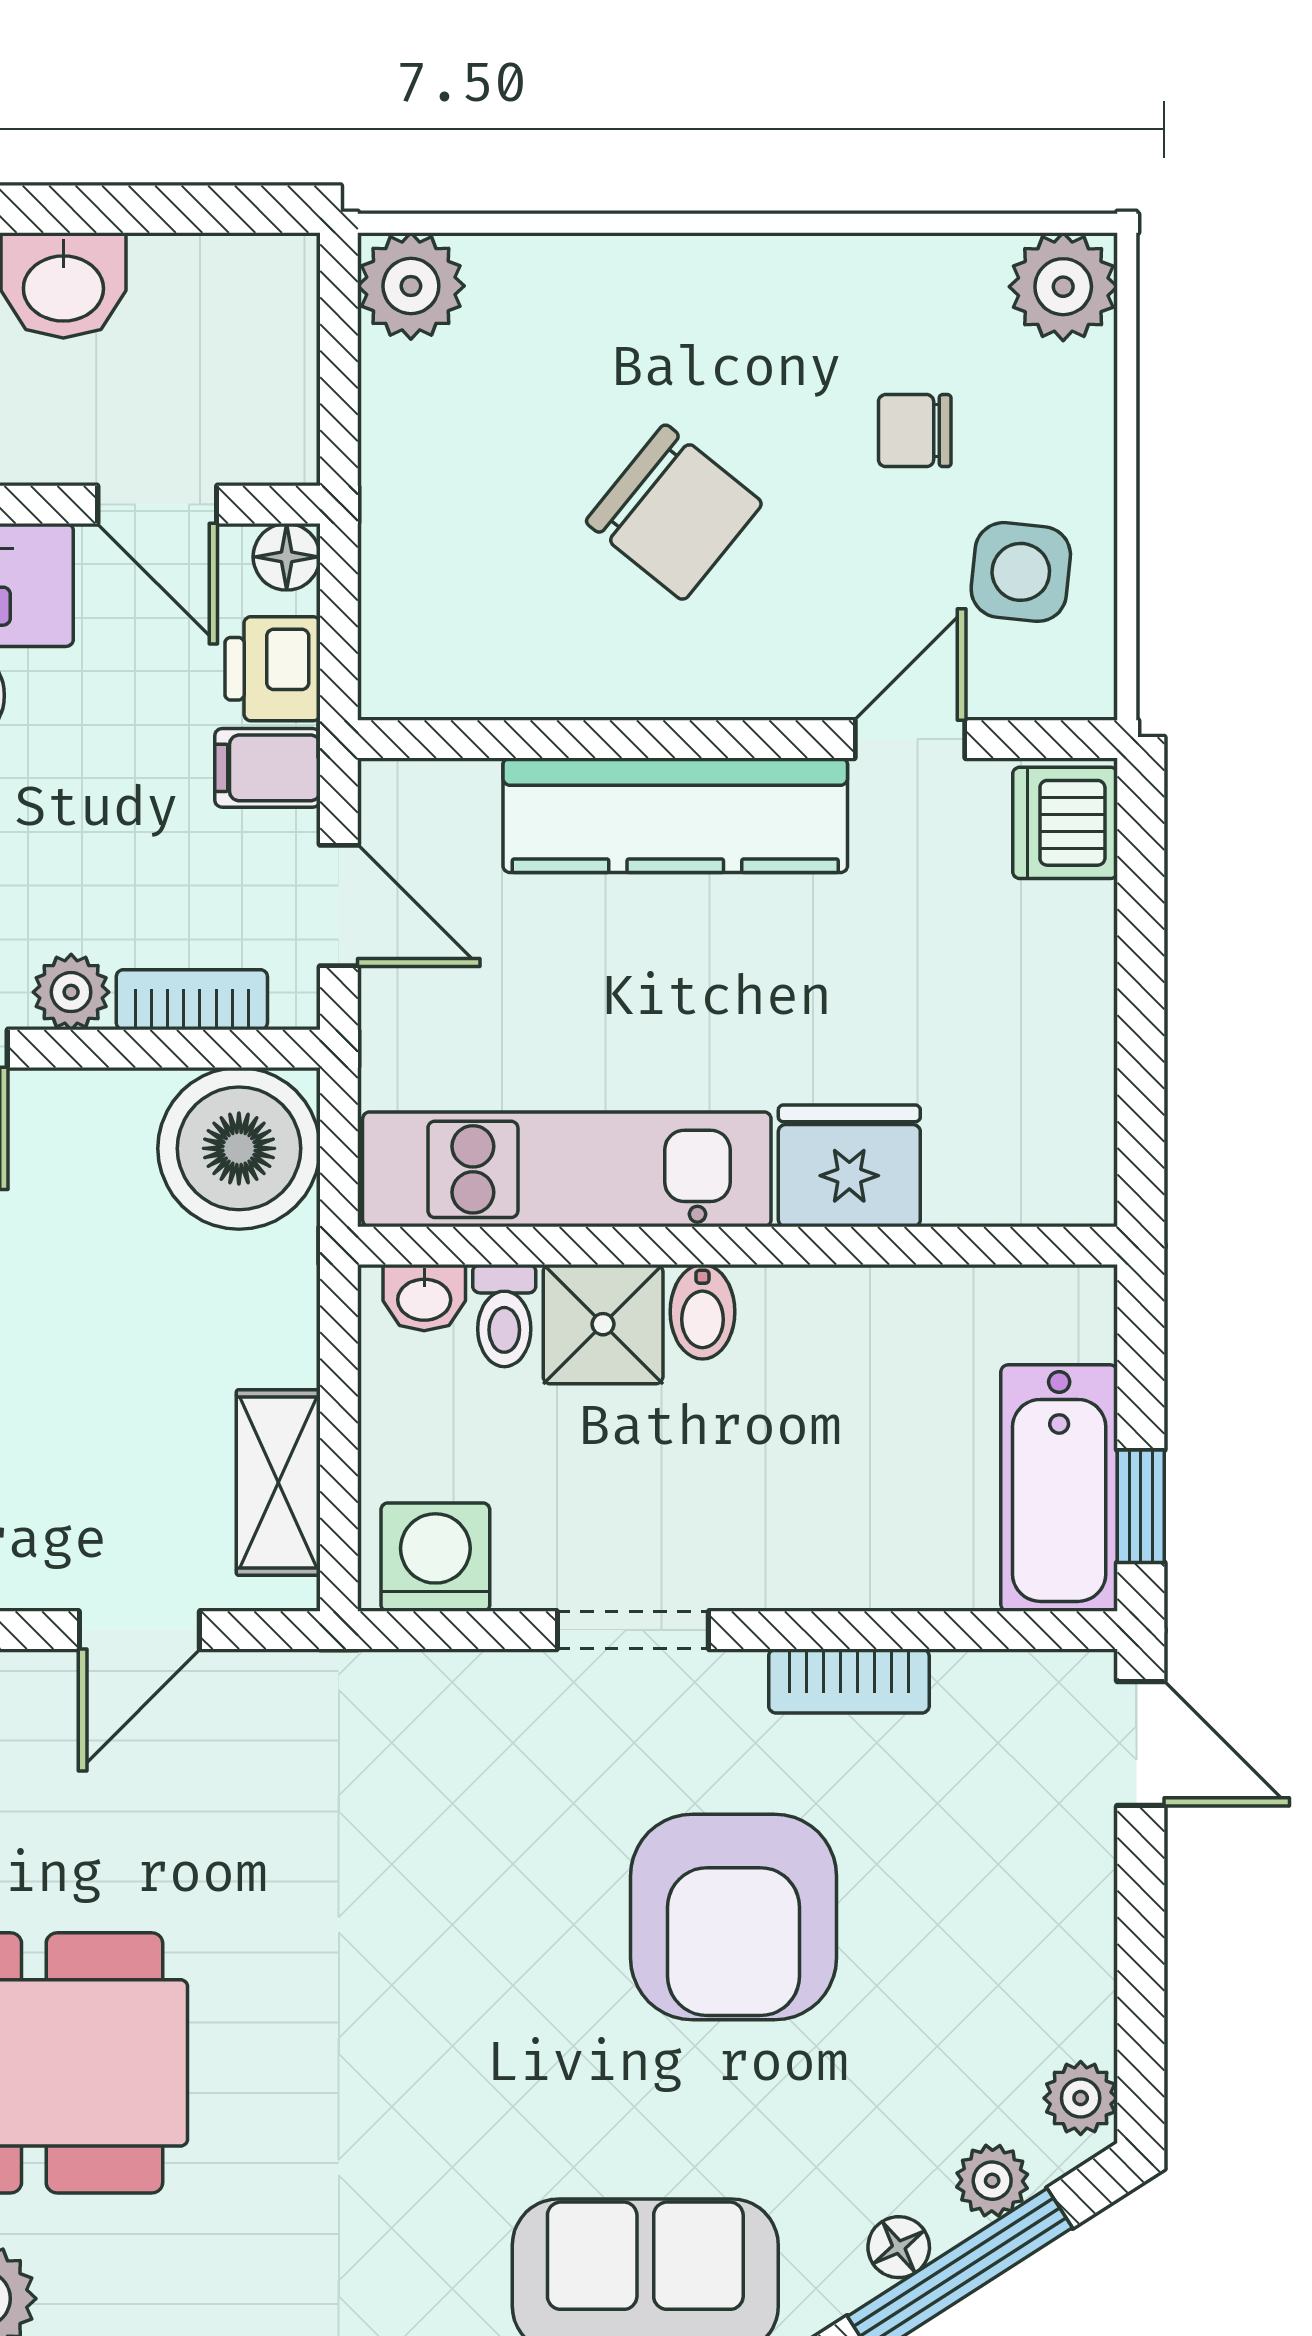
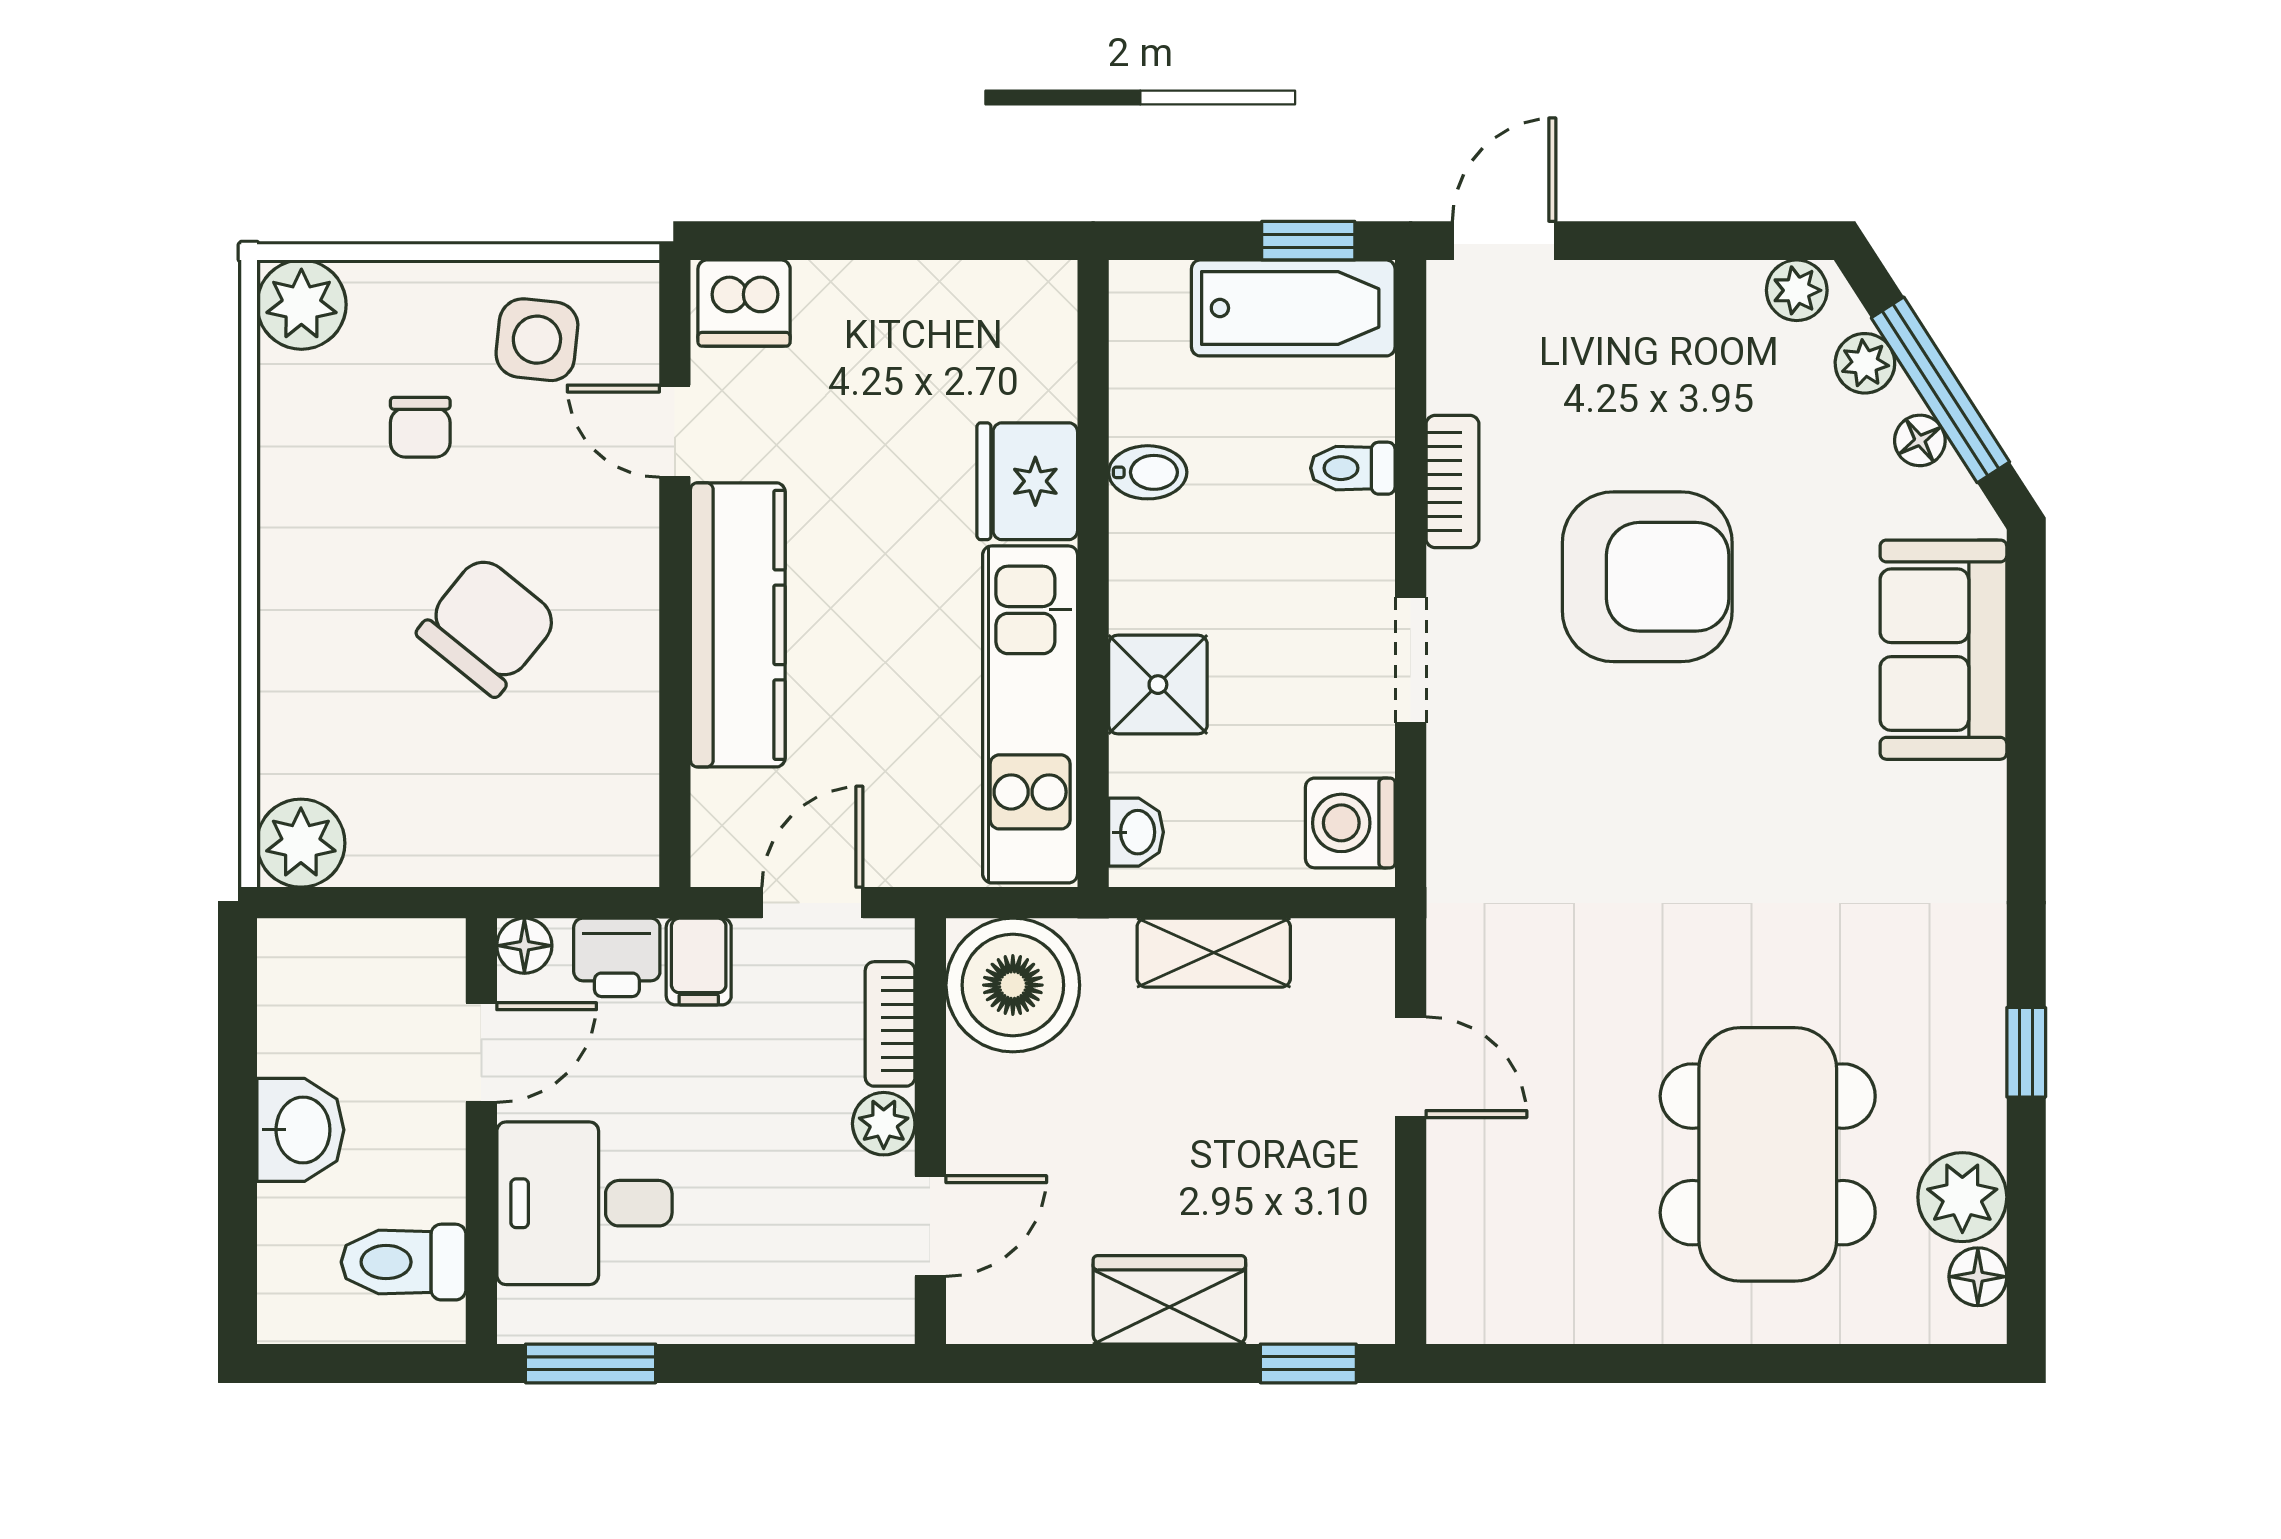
bidet: (702, 1312) -> (1148, 472), moved
toilet: (504, 1316) -> (1353, 468), moved, turned 180
shelving: (278, 1483) -> (1214, 953), moved

